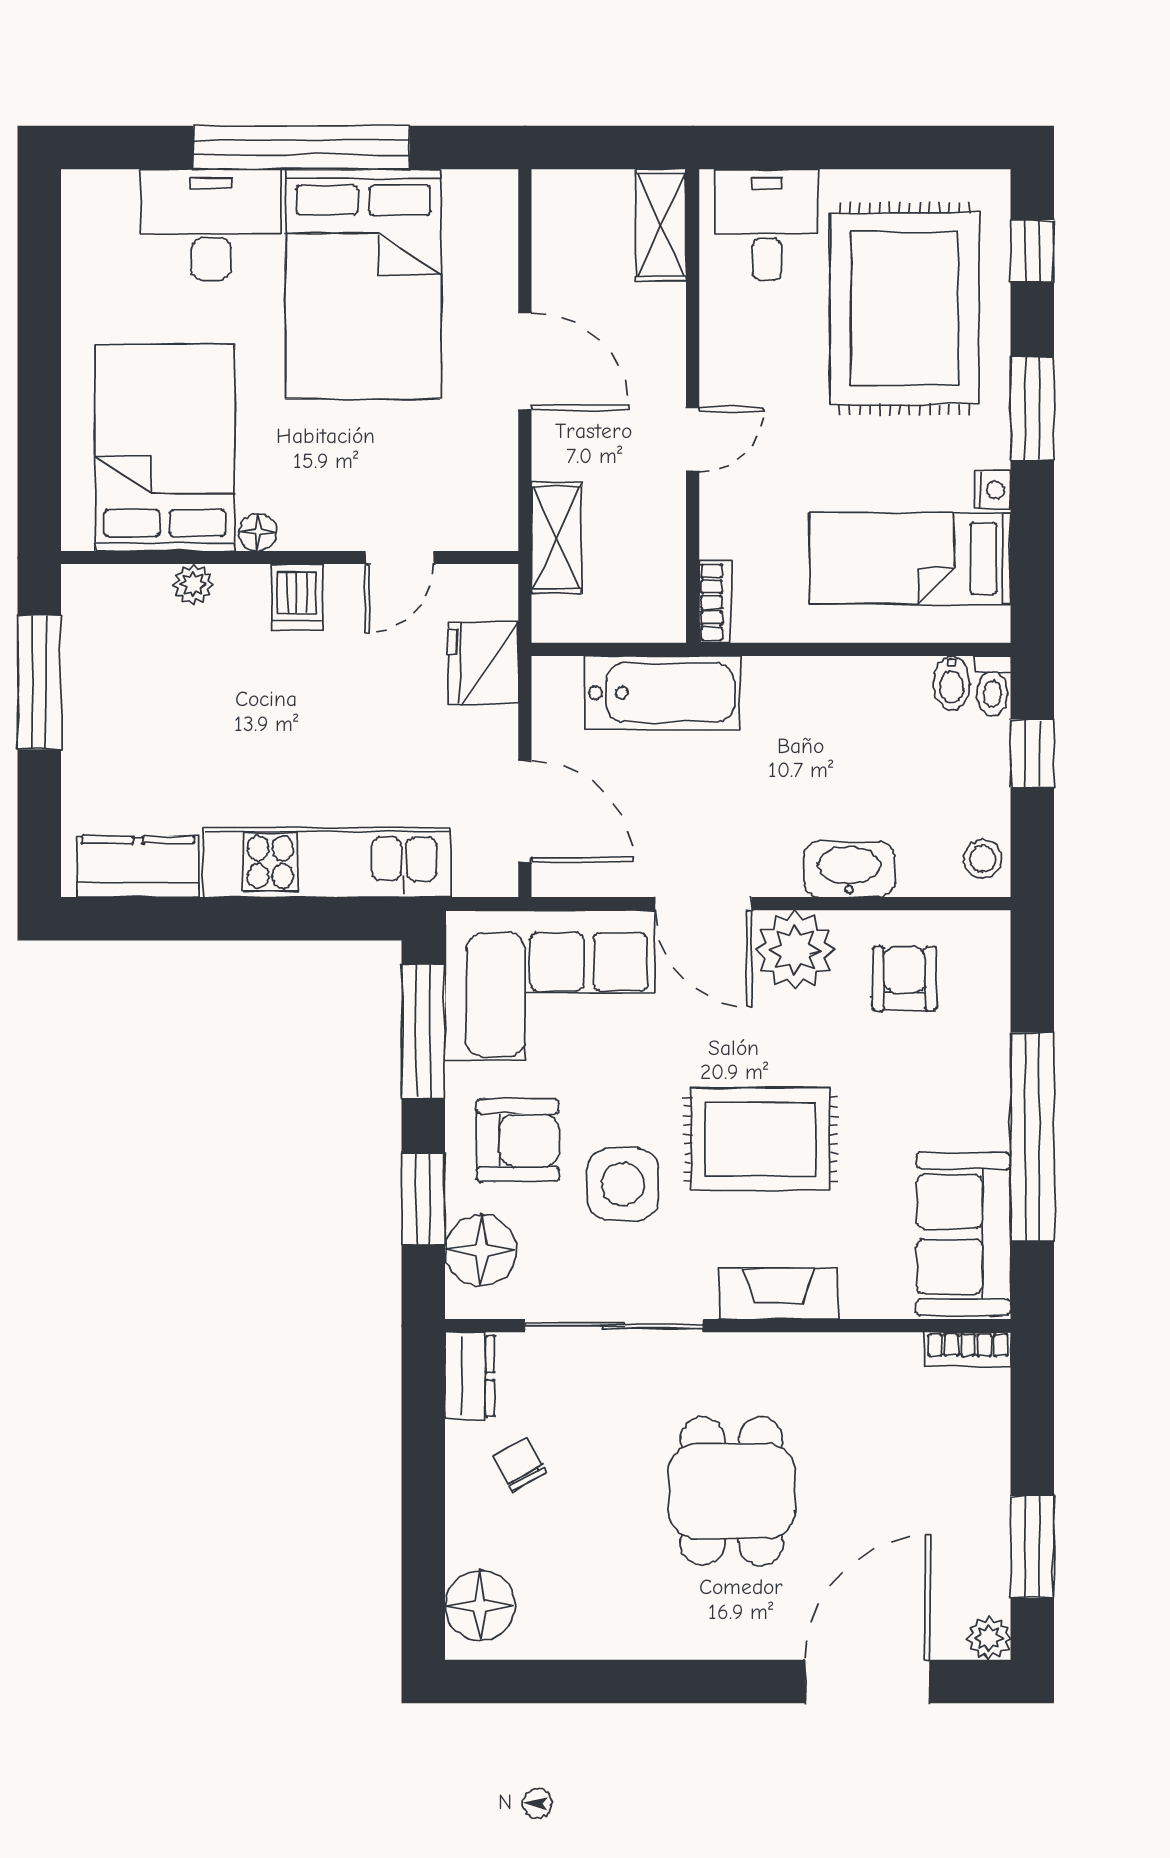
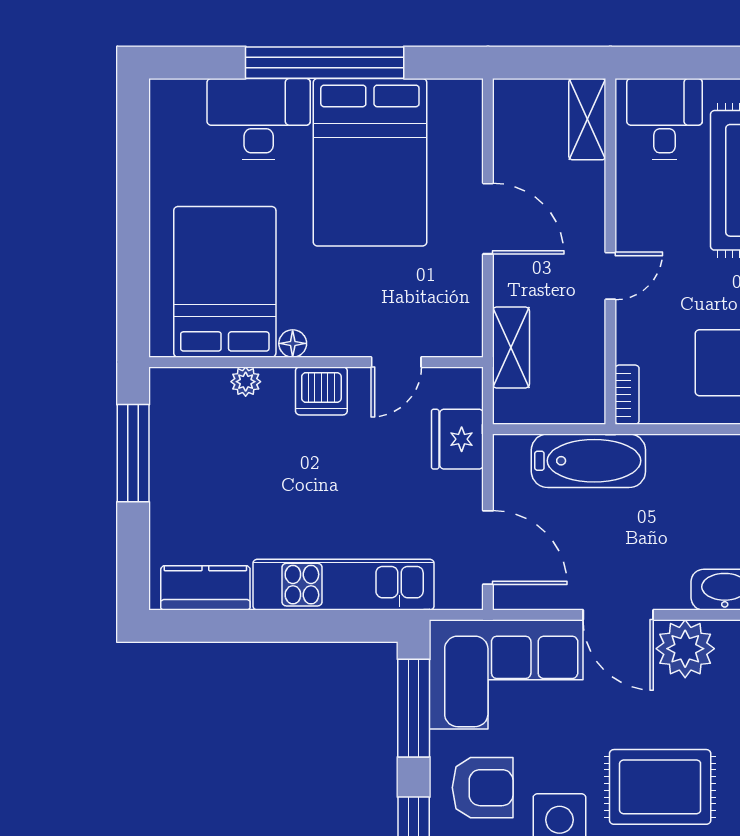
dishwasher: (297, 597) -> (321, 391), width x1.38

